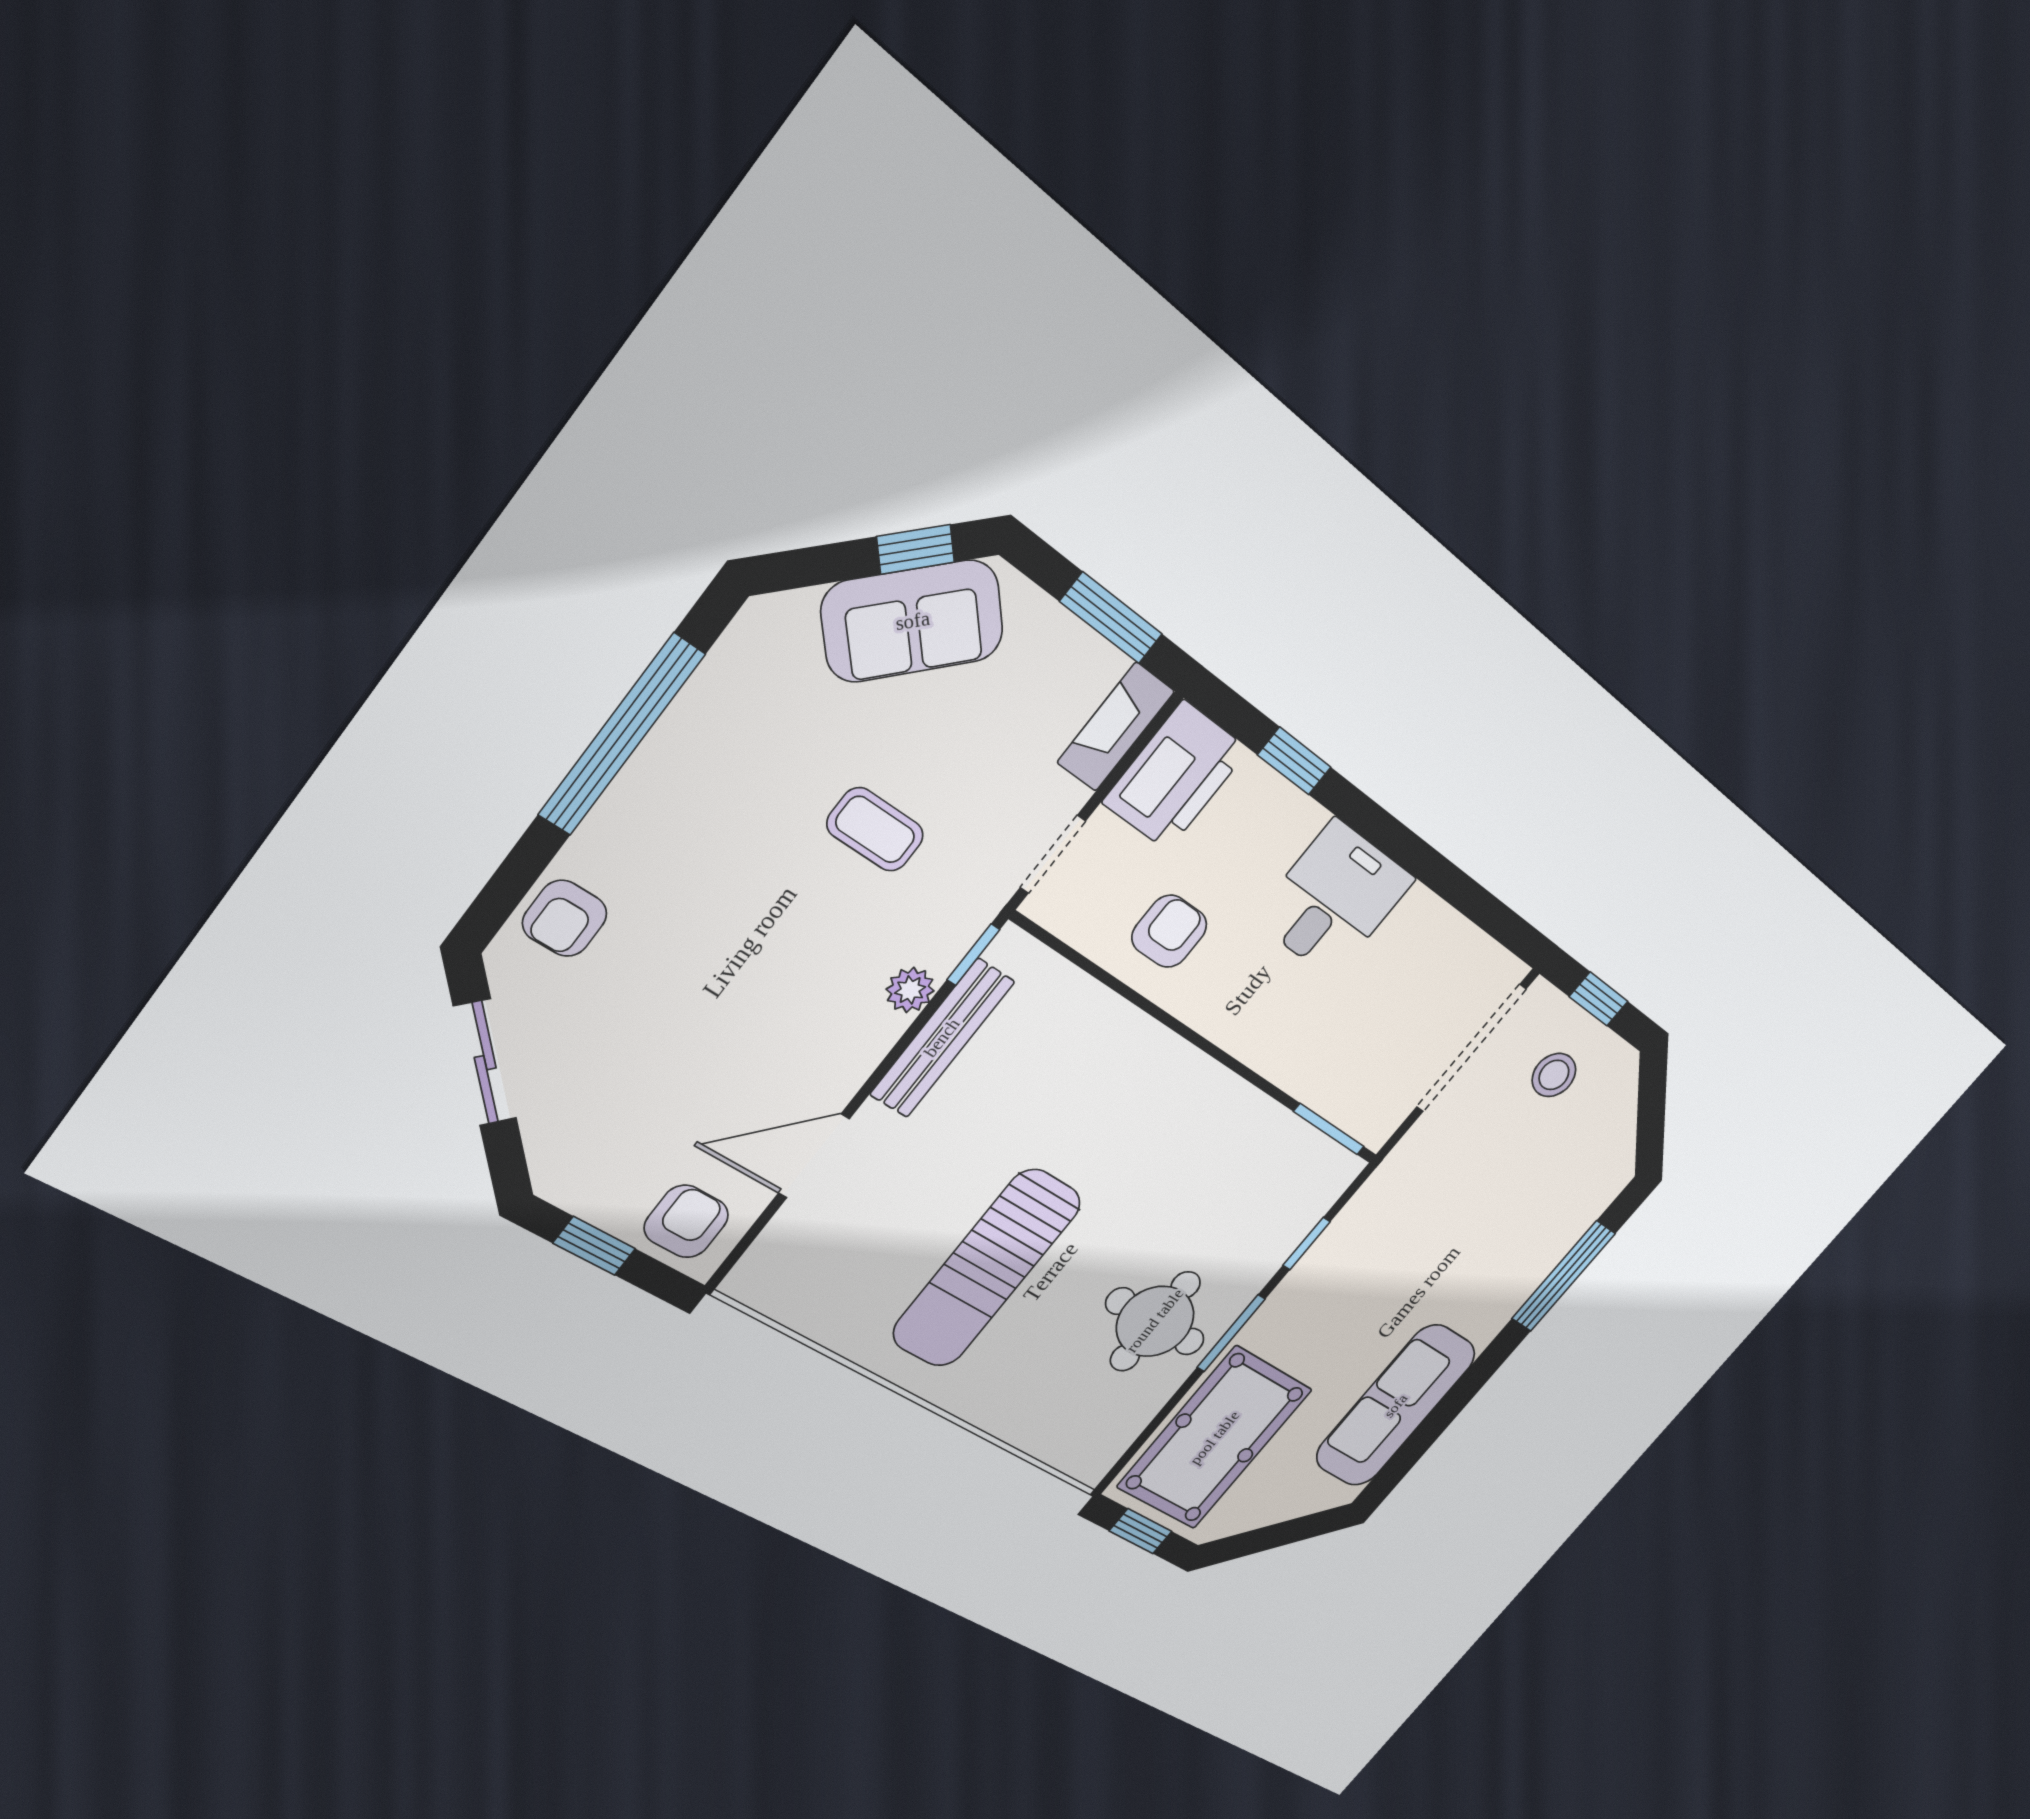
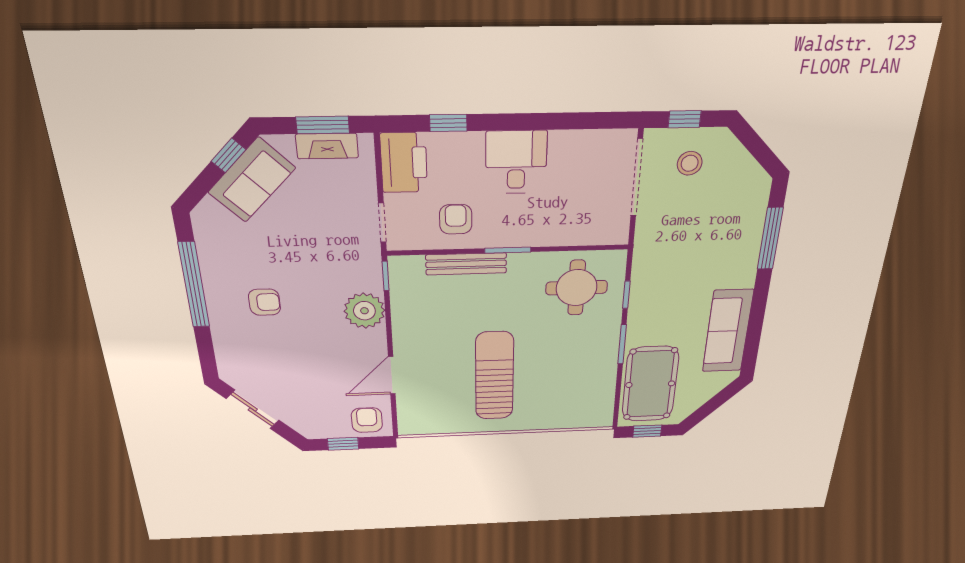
fireplace: (1116, 727) -> (327, 146), moved, turned -90
coffee table: (875, 829) -> (308, 258), removed
armchair: (565, 918) -> (265, 302), moved, turned -90
plant: (910, 990) -> (364, 311), width x1.88, depth x1.88
bench: (942, 1038) -> (466, 264), moved, turned 90
window: (1329, 1129) -> (508, 250), moved
sun lounger: (986, 1269) -> (494, 376), turned 180
round table: (1155, 1321) -> (577, 288), moved

